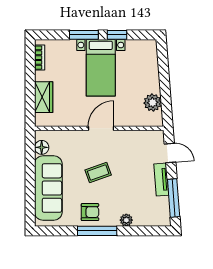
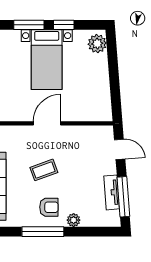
plant: (153, 103) -> (97, 44), moved
tv unit: (161, 180) -> (112, 192), moved
armchair: (90, 212) -> (49, 207), moved

